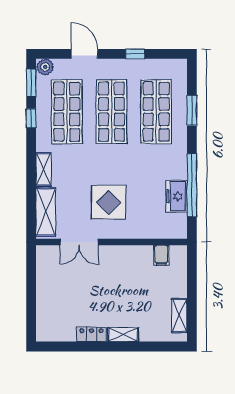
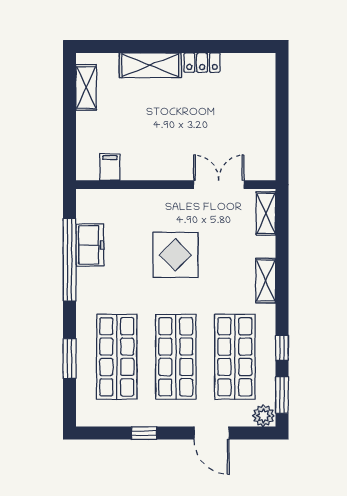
display table: (109, 202) -> (175, 255), moved
shelving: (46, 212) -> (266, 213), width x0.67, depth x0.75
shelving: (123, 335) -> (150, 65), width x1.50, depth x1.33

